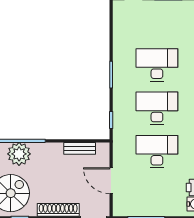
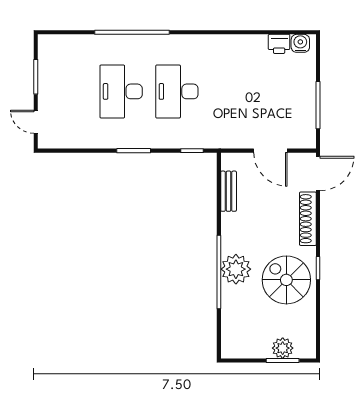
desk: (157, 152) -> (233, 91), removed
door: (111, 181) -> (270, 151), hinge flipped

